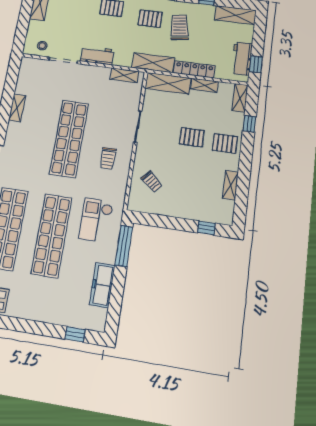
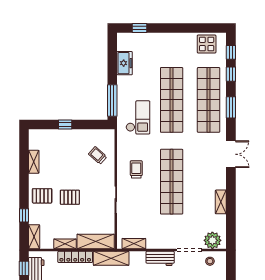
plant: (35, 67) -> (212, 240), added
window: (206, 228) -> (65, 125), moved
freezer: (102, 285) -> (125, 63), width x0.71

